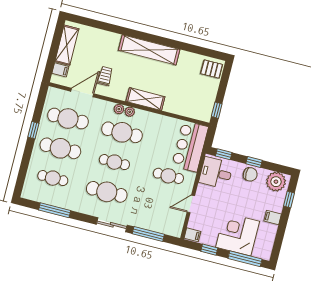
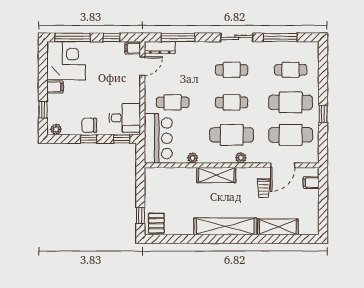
shelving: (67, 45) -> (278, 227), moved, turned 90
pallet: (212, 69) -> (156, 223), turned 90
window: (217, 110) -> (140, 216), moved
plant: (130, 112) -> (193, 158), moved
plant: (276, 182) -> (56, 129), width x0.53, depth x0.53
cafe table: (107, 192) -> (232, 70), width x0.73, depth x0.74
door: (191, 204) -> (142, 66), moved
sliding door: (112, 225) -> (237, 37), moved
dresser: (167, 229) -> (160, 48), added
corner desk: (238, 234) -> (66, 61), moved, turned -90

